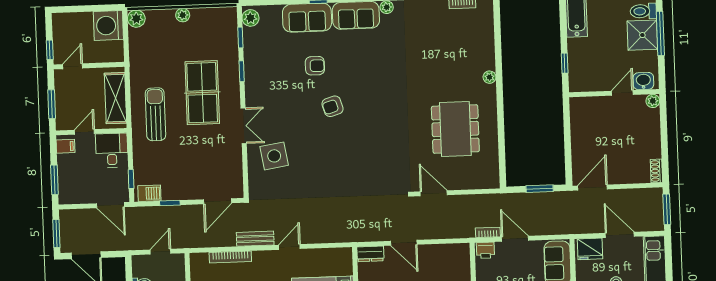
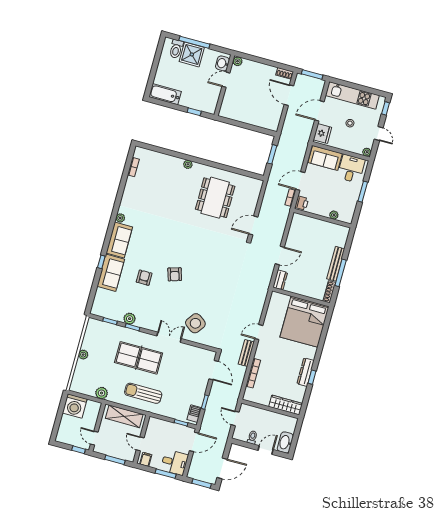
plant: (250, 18) -> (130, 319), moved
plant: (136, 19) -> (102, 393), moved
door: (622, 93) -> (226, 80), hinge flipped
dining table: (455, 129) -> (215, 198), turned 90
desk: (112, 150) -> (174, 462), moved, turned 180
side table: (274, 156) -> (195, 323), turned 45
door: (593, 187) -> (289, 95), moved
door: (289, 247) -> (259, 332), hinge flipped

